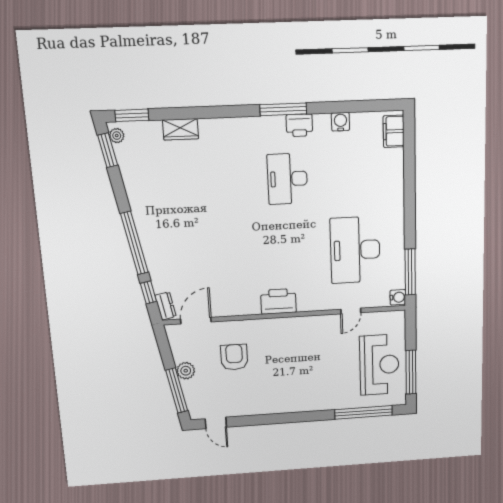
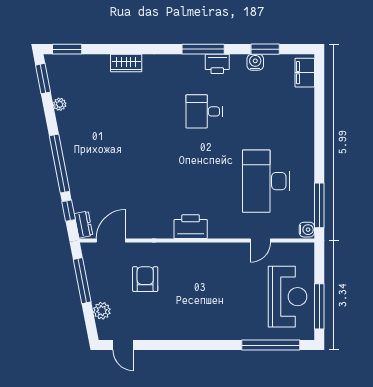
window: (351, 107) -> (265, 49), added
wardrobe: (181, 129) -> (126, 63), moved
plant: (117, 136) -> (60, 104), moved
desk: (287, 179) -> (204, 111), width x0.73
plant: (186, 371) -> (102, 311), moved
window: (177, 391) -> (82, 281), moved

